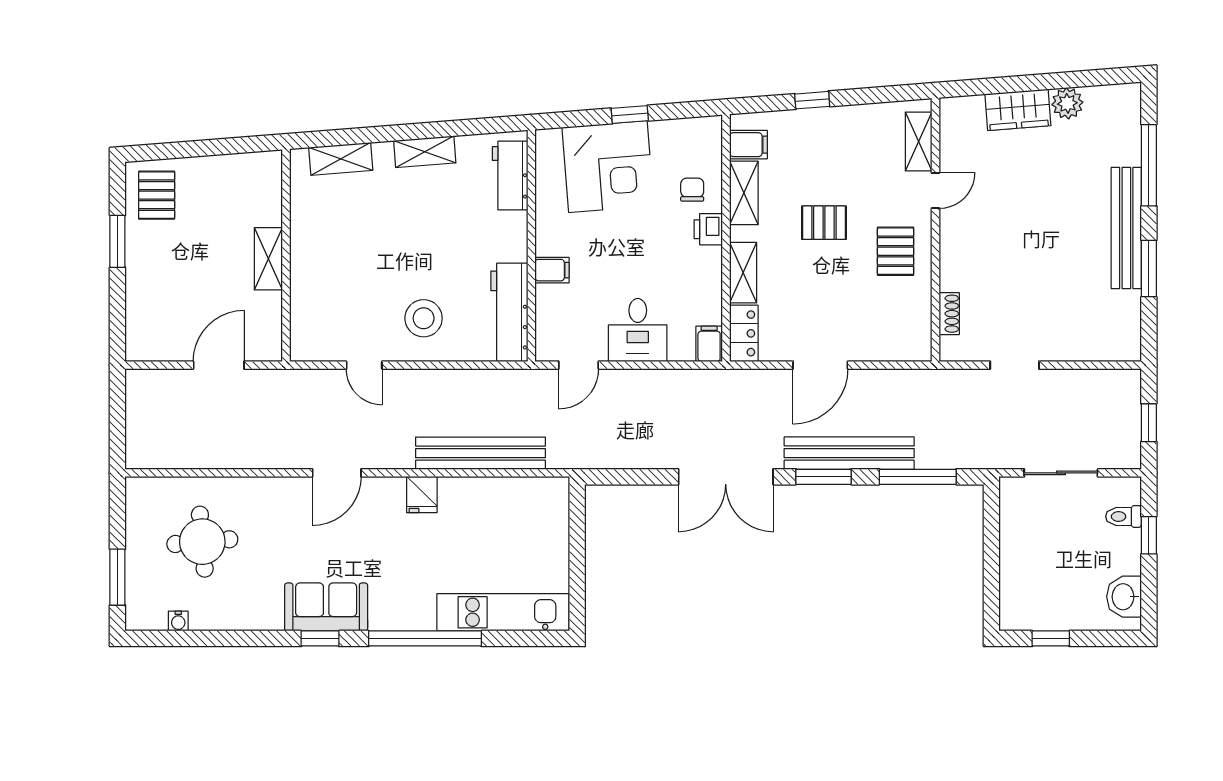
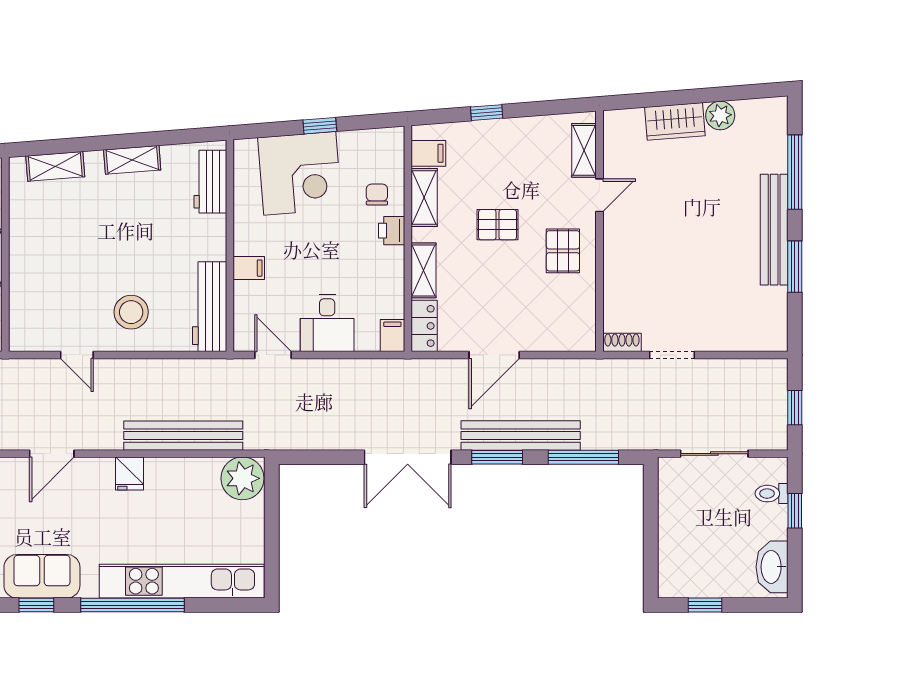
shoe rack: (949, 314) -> (622, 342), moved, turned -90
door: (579, 365) -> (273, 355), swing flipped
plant: (545, 500) -> (242, 478), added
washbasin: (1124, 597) -> (772, 567), width x1.38
kitchen unit: (503, 612) -> (182, 581), width x1.36

